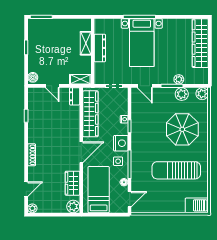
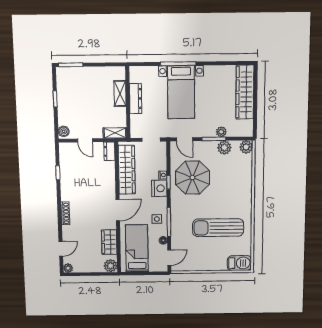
parasol: (182, 129) -> (192, 178), moved
nightstand: (121, 143) -> (159, 188), moved

